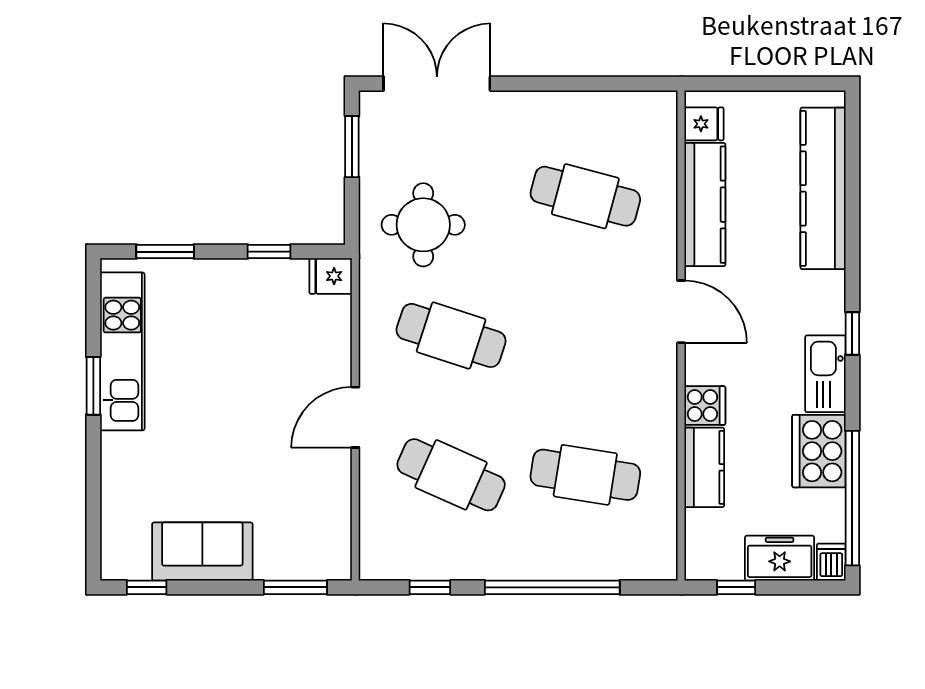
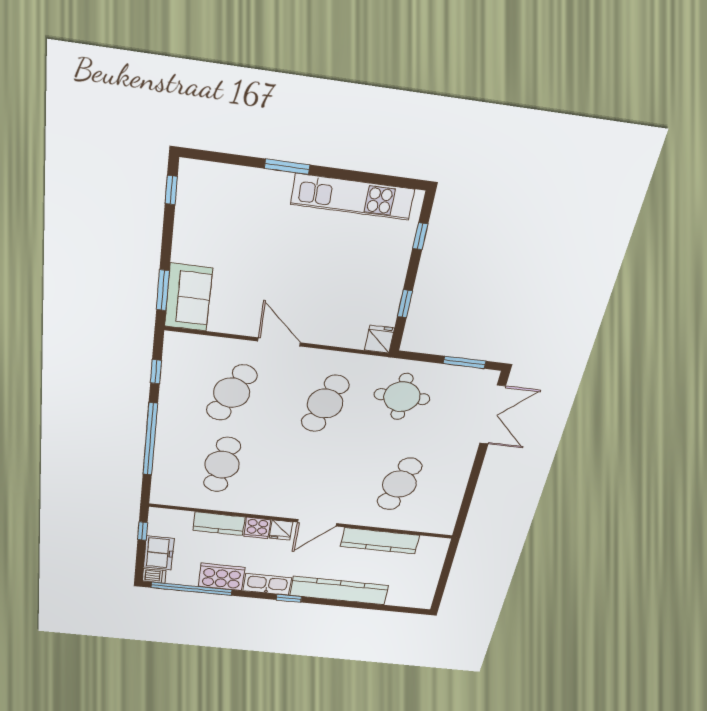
fridge: (704, 124) -> (281, 530), moved
kitchen counter: (823, 188) -> (339, 590), moved
window: (165, 252) -> (420, 236), width x0.67
window: (93, 386) -> (287, 167), moved
sofa: (202, 552) -> (188, 297), moved

